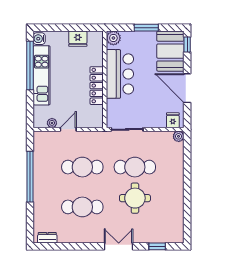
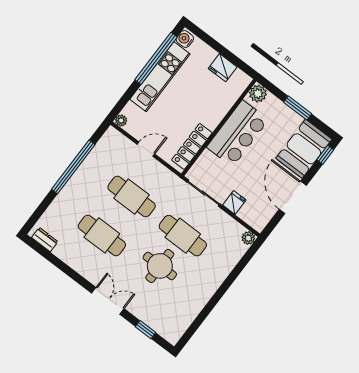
locker: (97, 86) -> (192, 146), moved
fridge: (173, 120) -> (234, 203), moved
plant: (52, 123) -> (121, 120), moved

